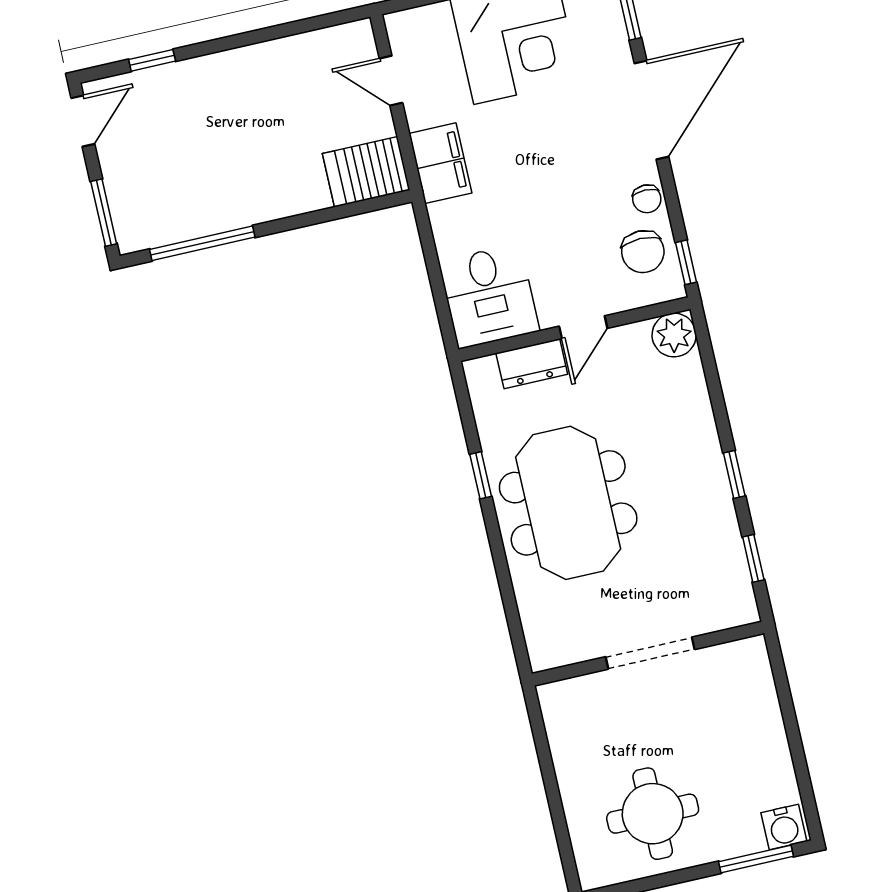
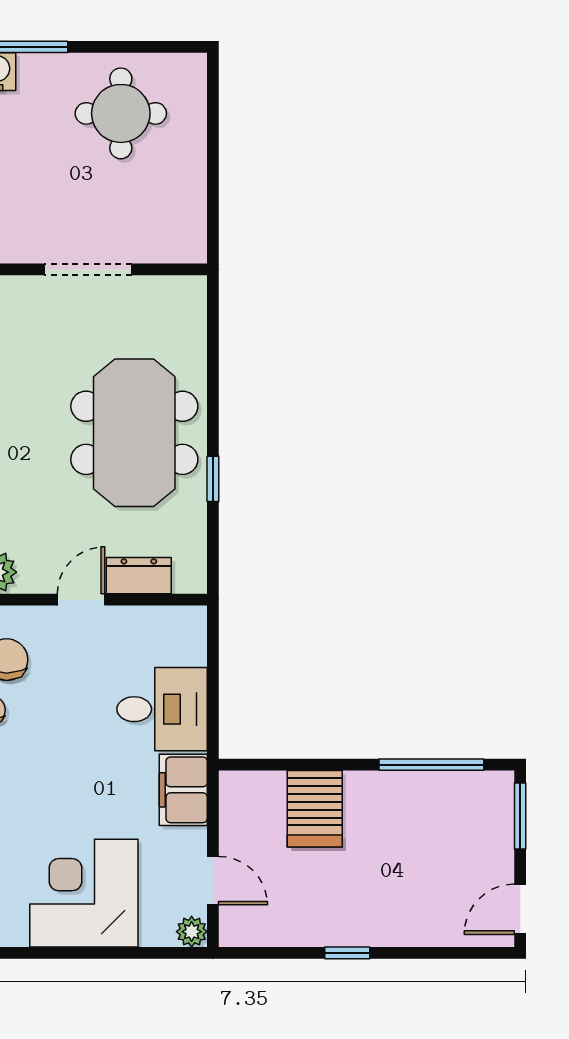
plant: (400, 26) -> (192, 932), added
window: (152, 60) -> (347, 953), moved
server rack: (366, 172) -> (315, 809), moved, turned 90
desk: (489, 296) -> (162, 709), moved, turned 90

